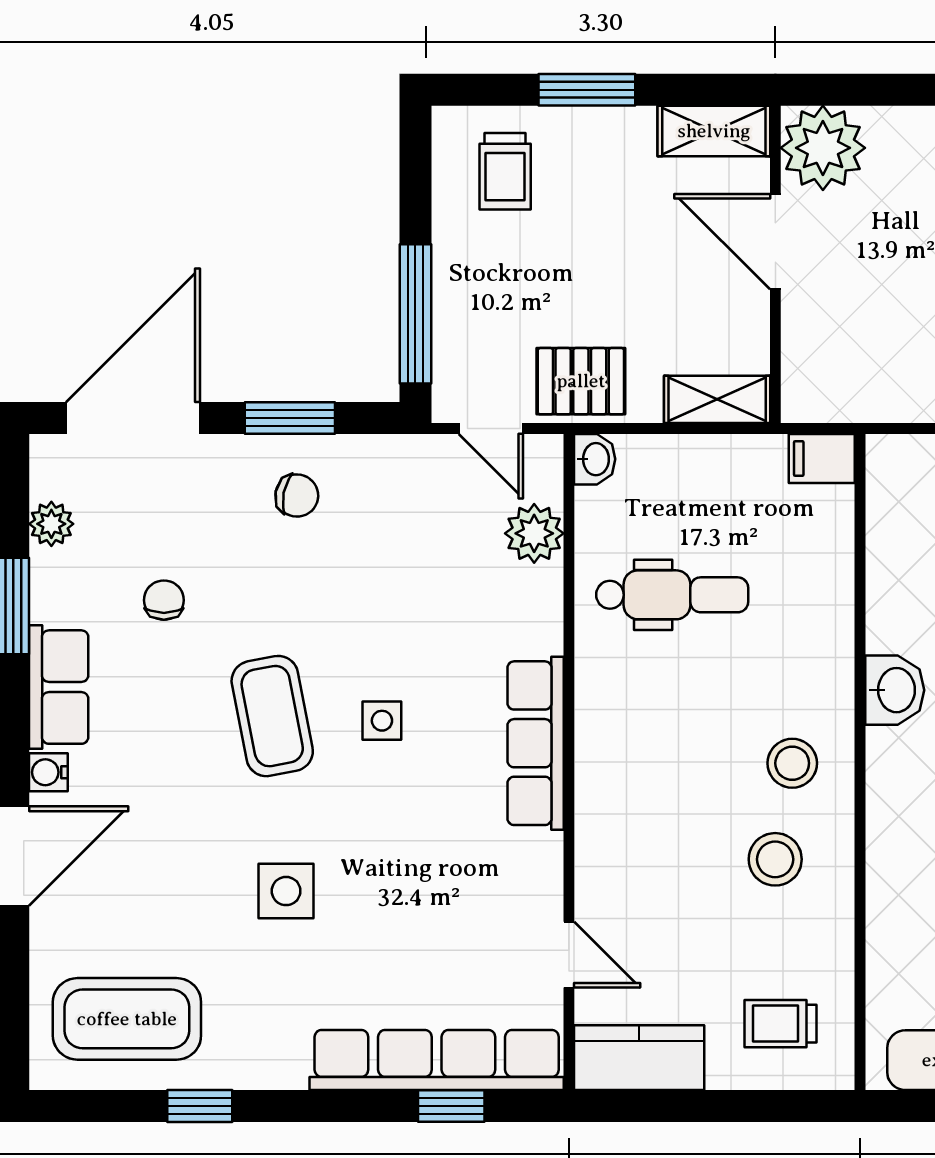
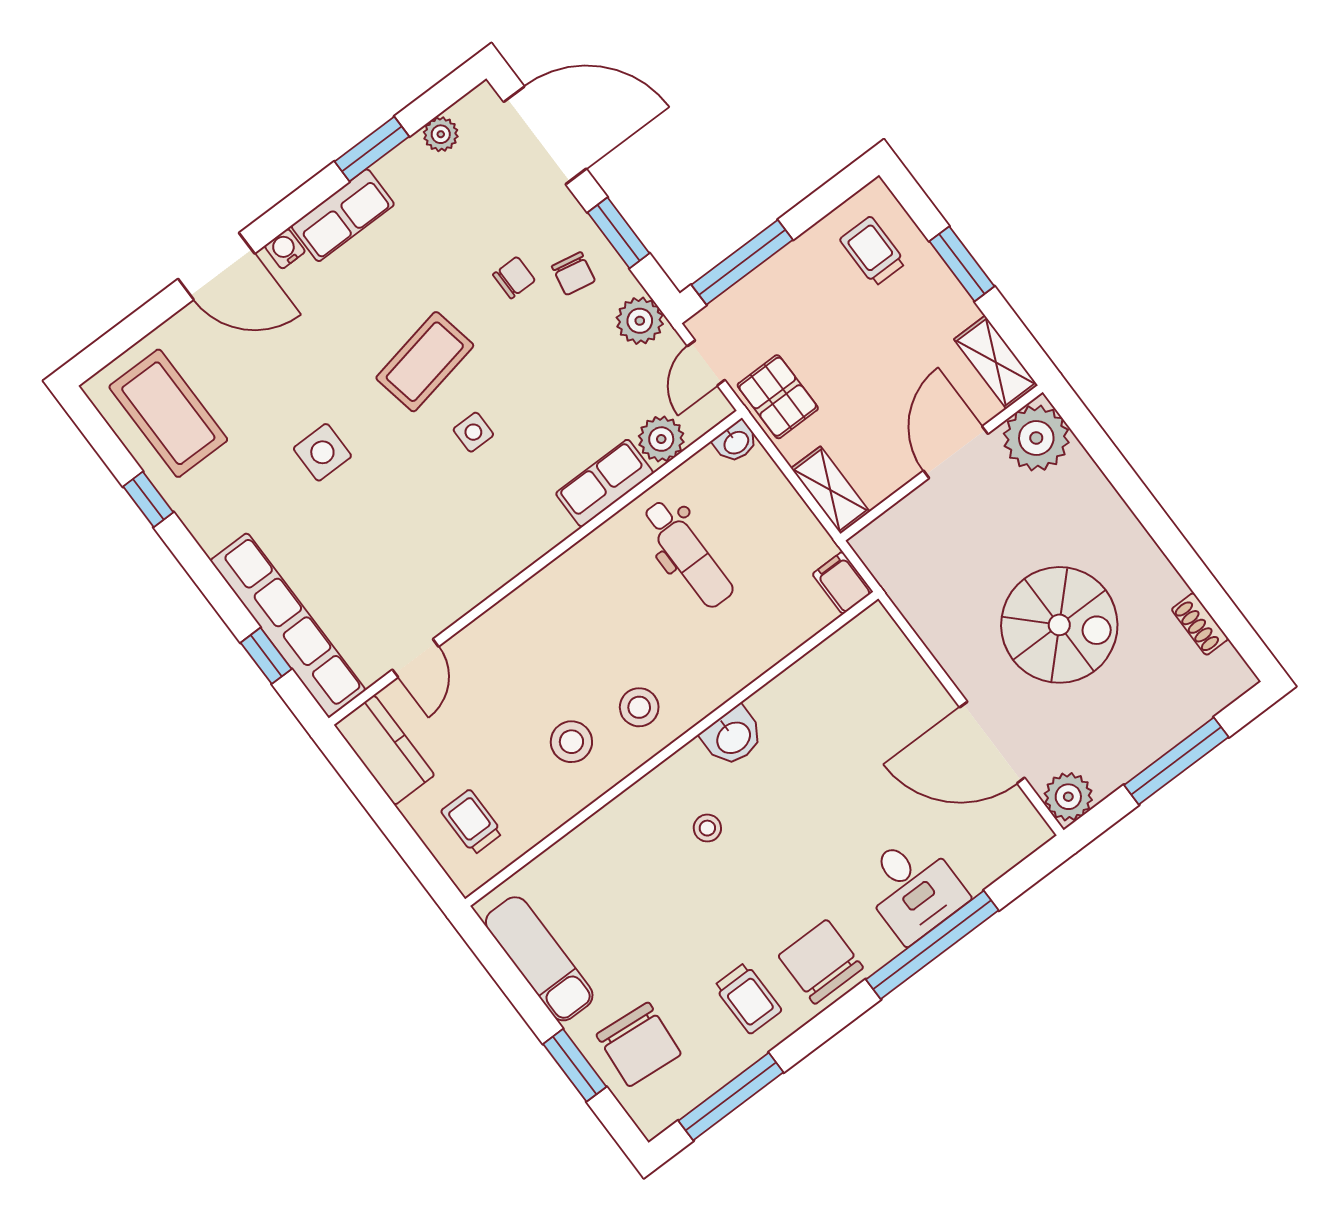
trolley: (505, 171) -> (873, 251), turned 90
plant: (396, 464) -> (640, 321), added
chair: (164, 600) -> (514, 278), moved
row of seats: (536, 743) -> (605, 483), moved, width x0.68

